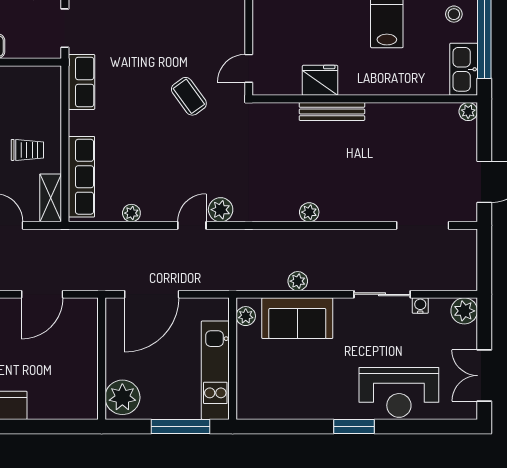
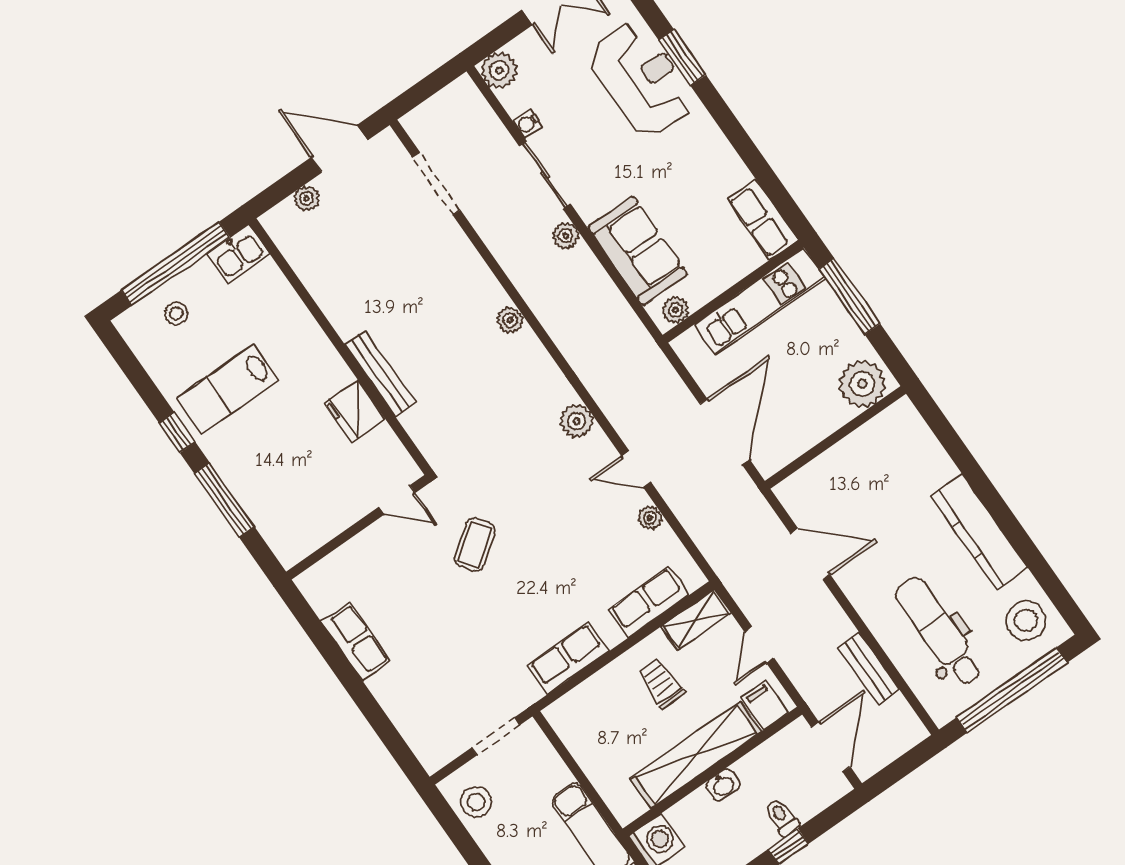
kitchen sink: (464, 69) -> (238, 254), width x0.73
row of seats: (82, 82) -> (568, 658), moved
plant: (468, 112) -> (307, 198), moved
row of seats: (81, 177) -> (648, 602), width x0.68
door: (192, 225) -> (636, 469), moved
plant: (298, 281) -> (566, 236), moved
door: (152, 294) -> (725, 432), hinge flipped
row of seats: (263, 406) -> (763, 220), added
window: (354, 426) -> (682, 58), moved

